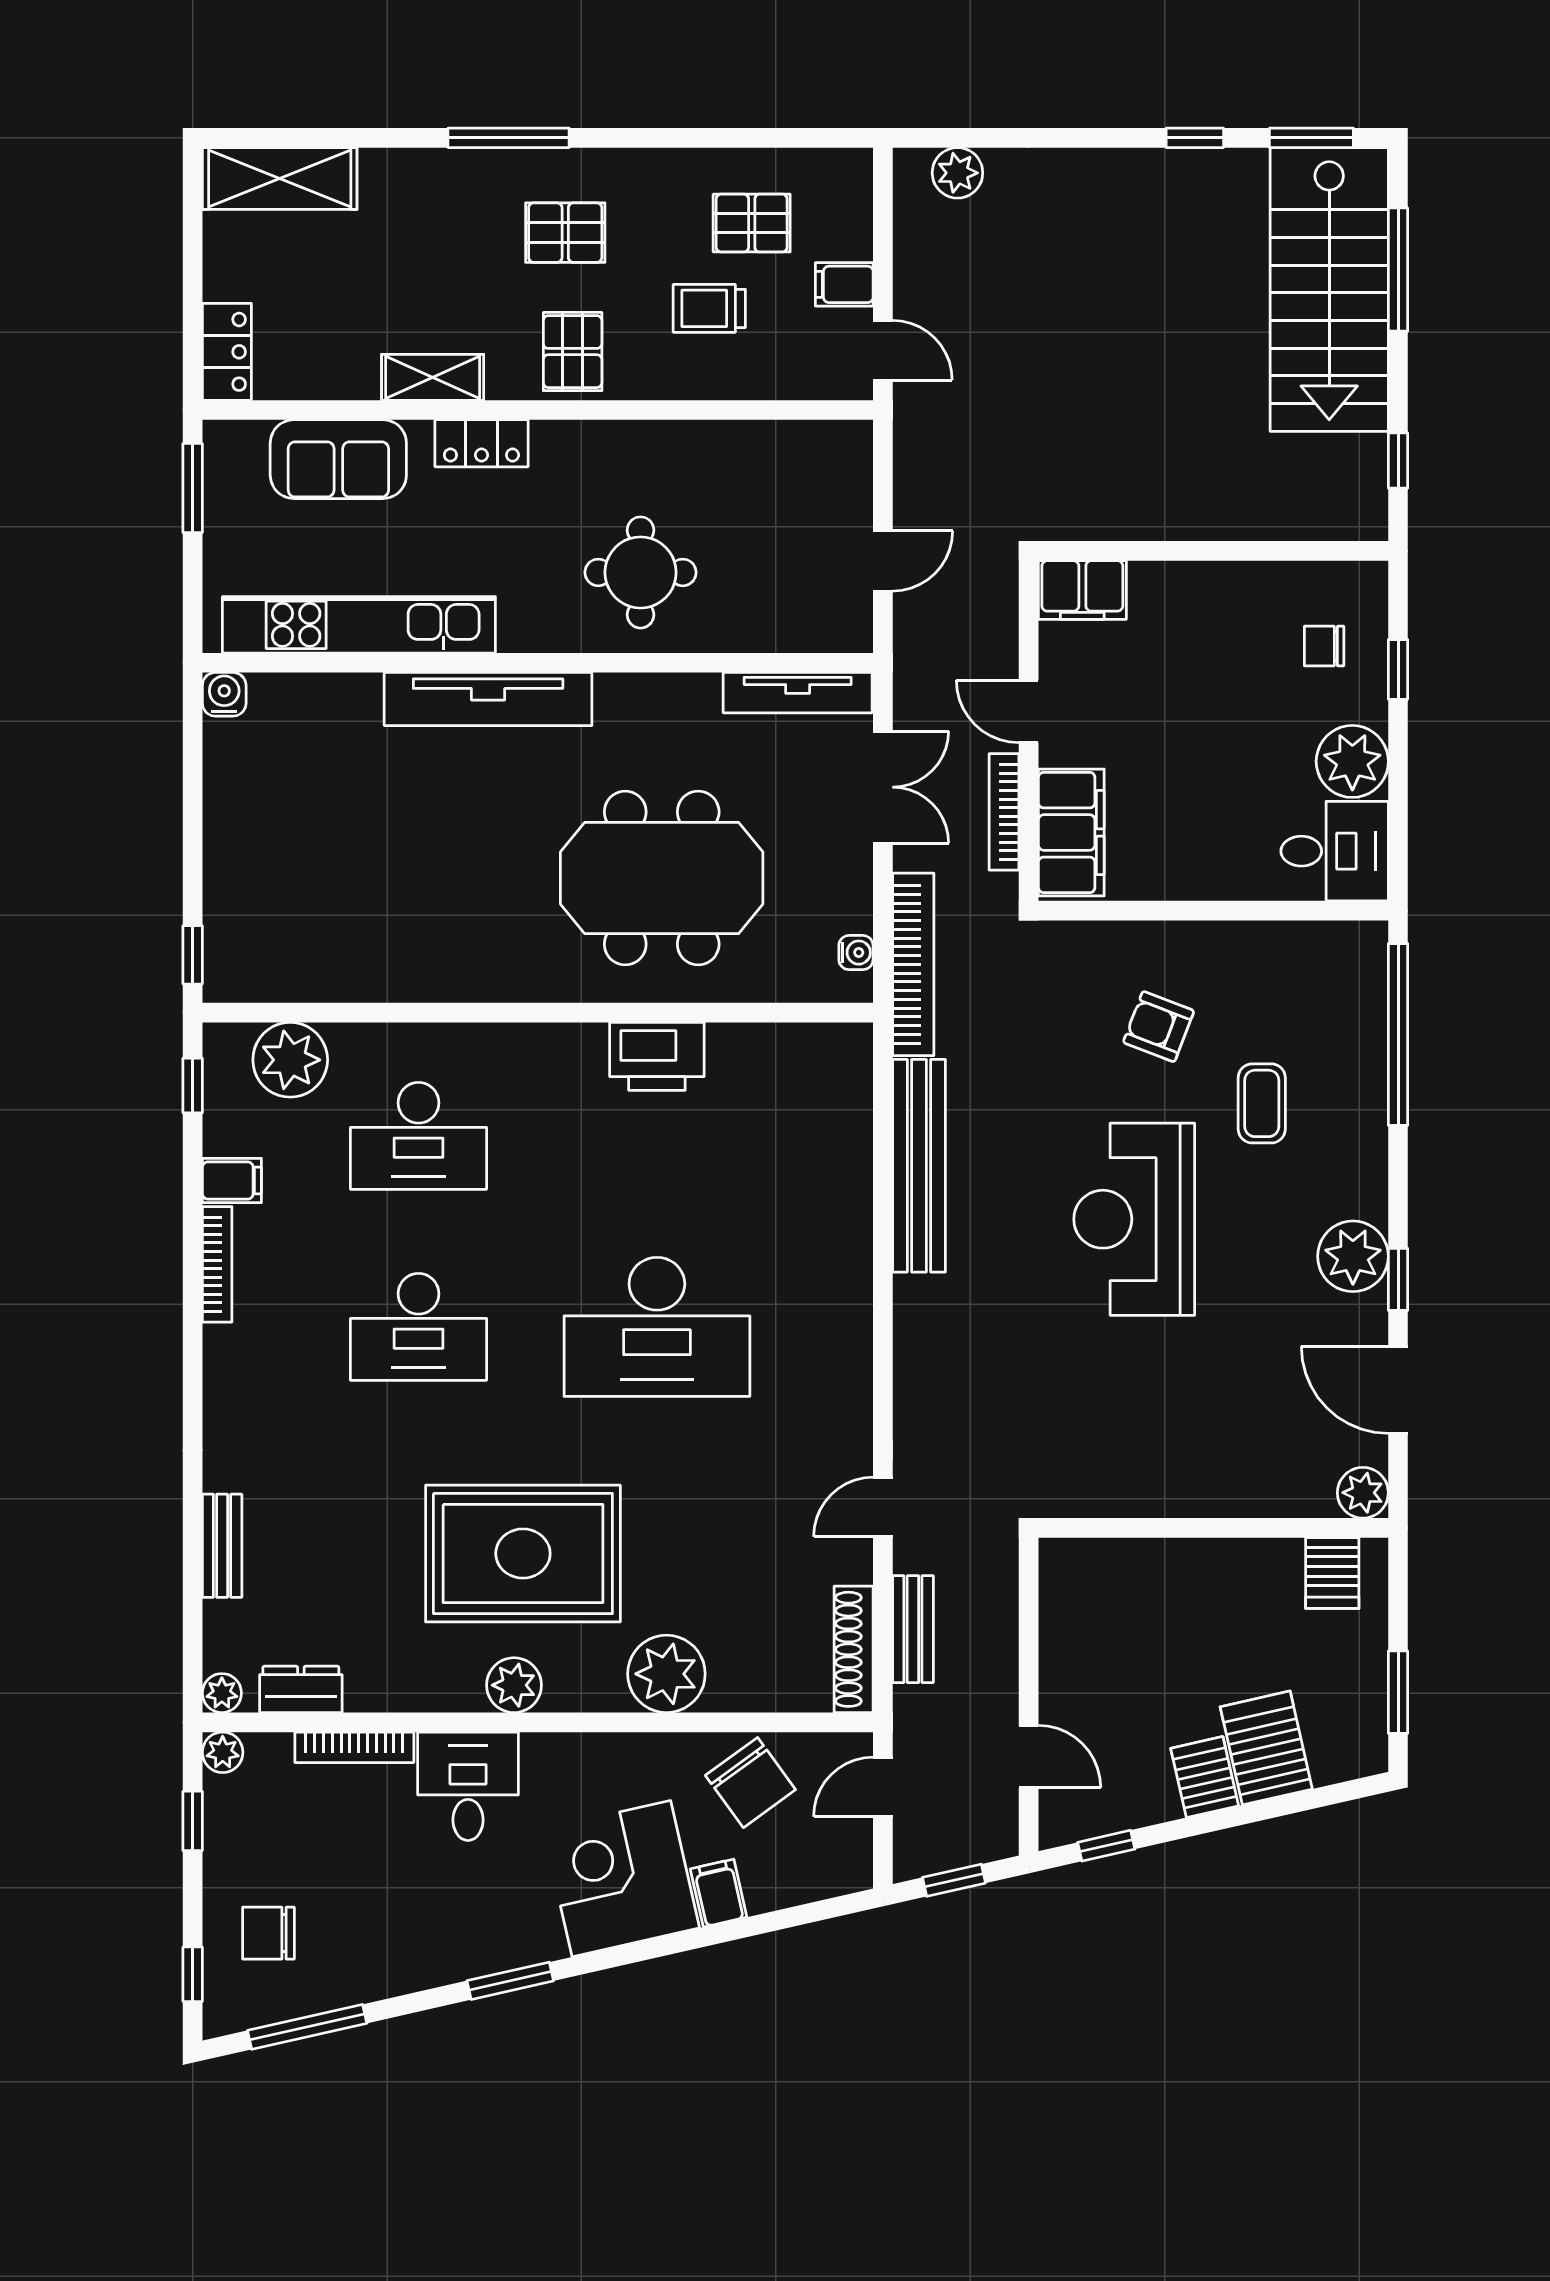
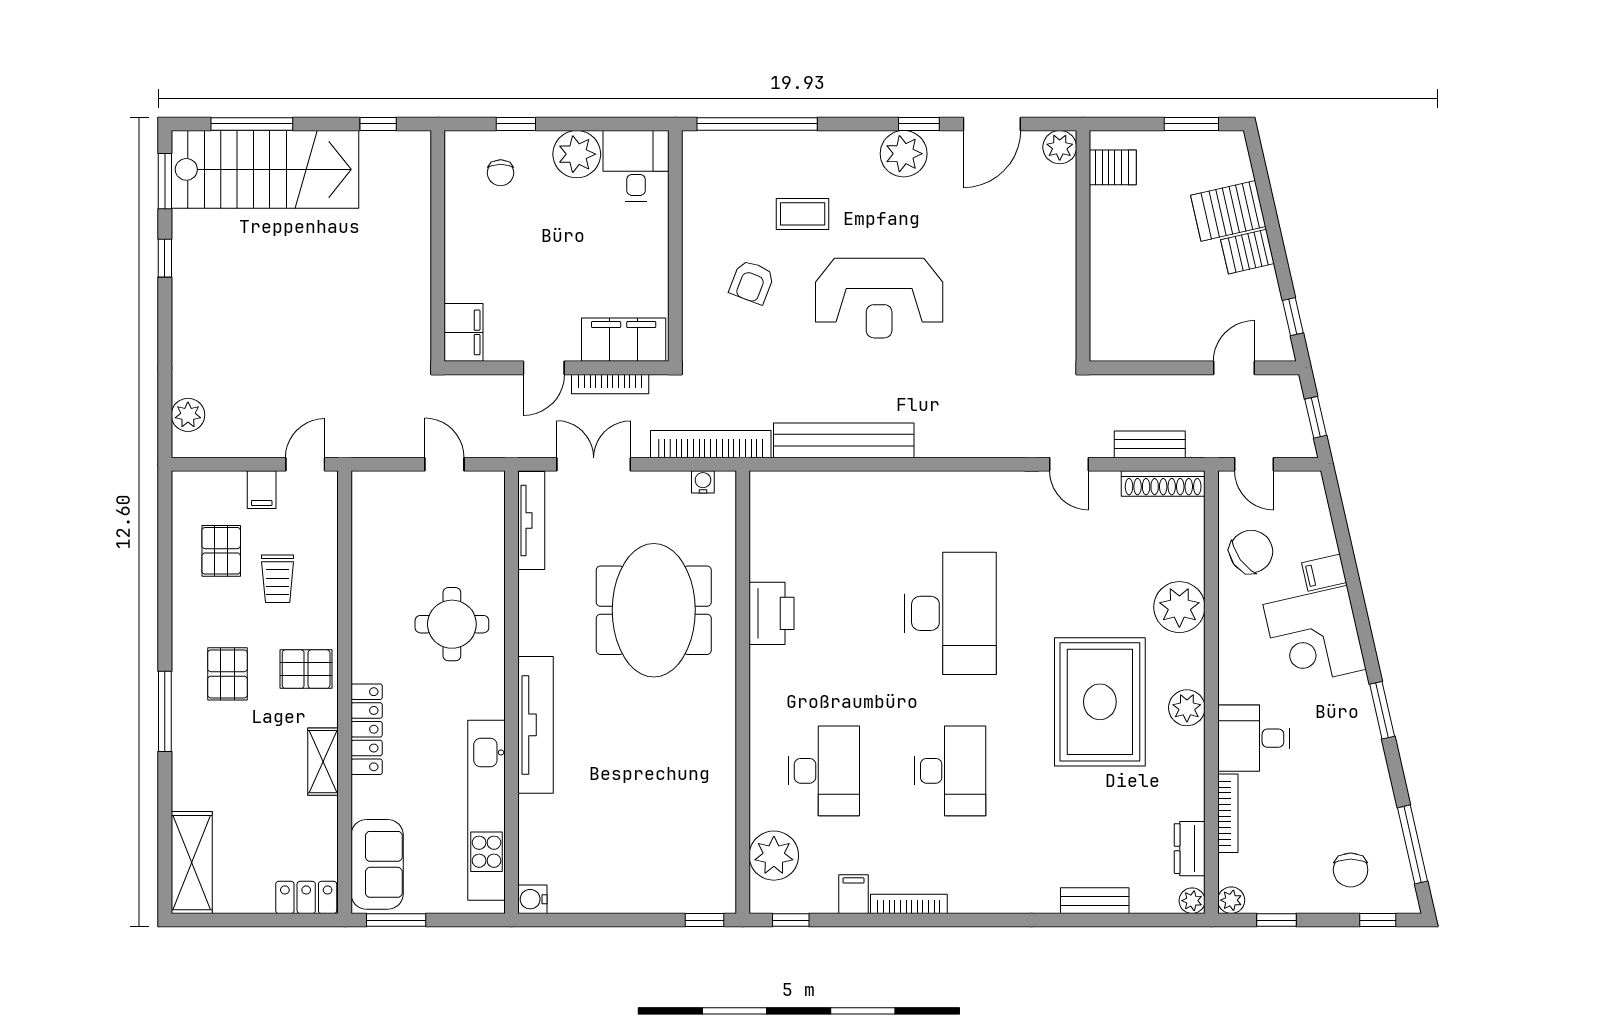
locker: (481, 443) -> (367, 729), width x1.53
sofa: (338, 459) -> (377, 864), moved

